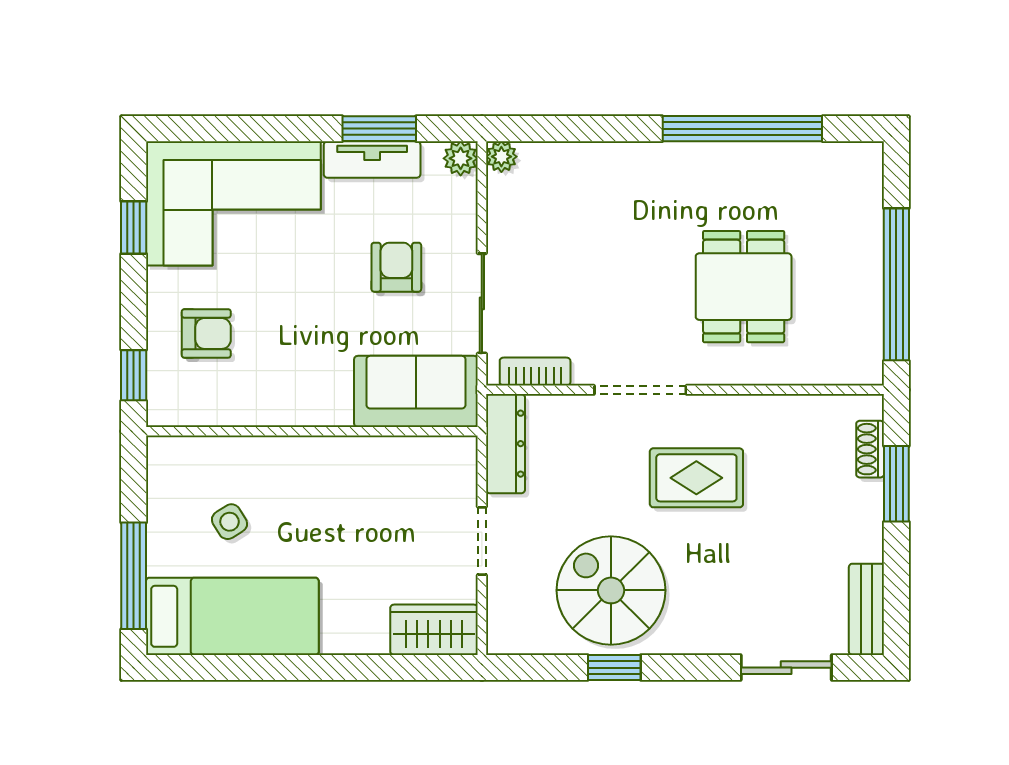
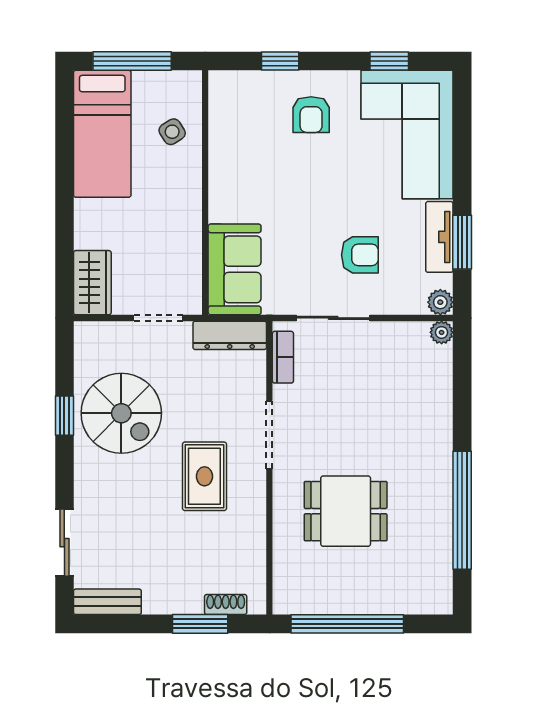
sofa: (416, 391) -> (235, 269), moved
wall: (312, 431) -> (205, 193), moved
spiral stairs: (611, 590) -> (121, 413), turned 90

